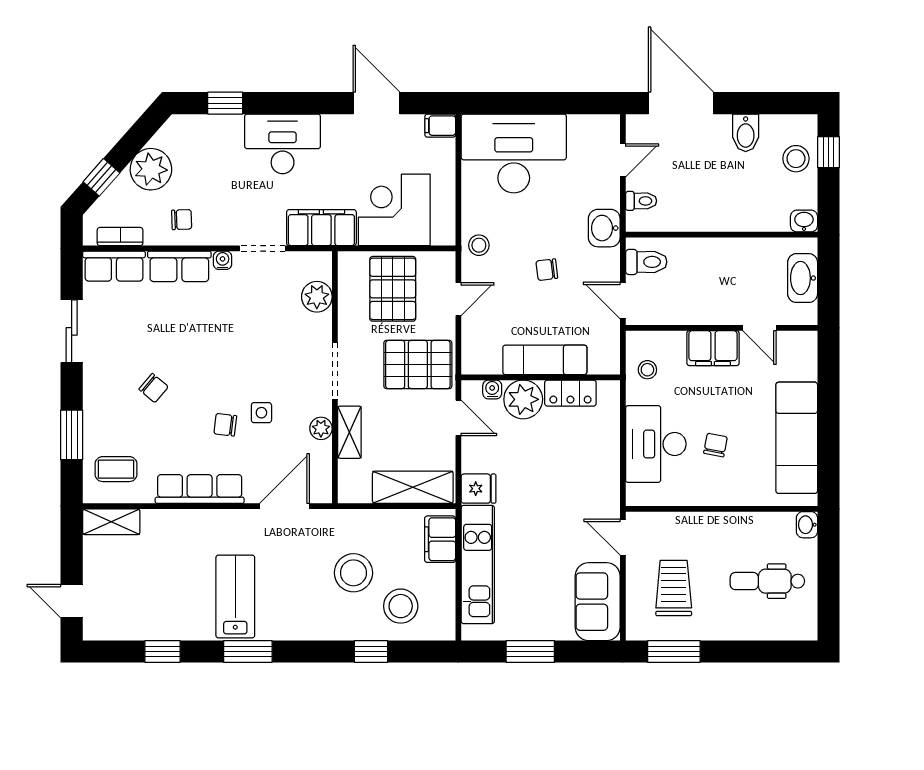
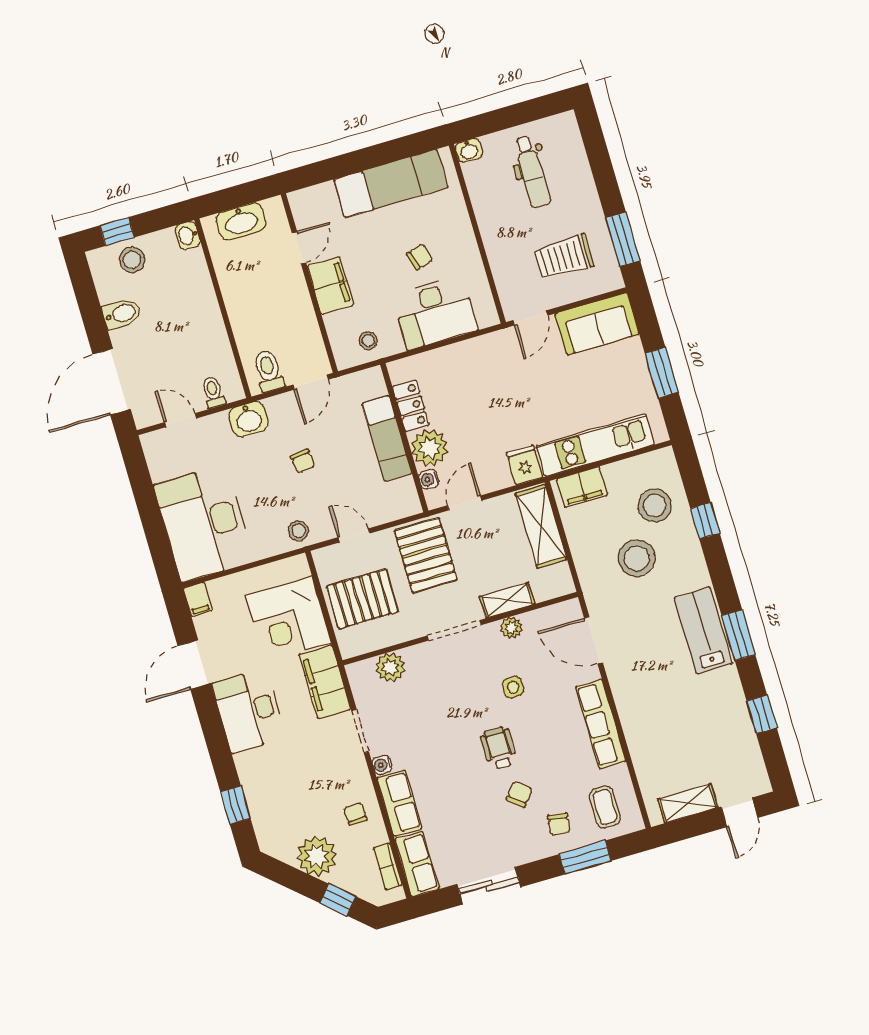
desk: (283, 144) -> (249, 711), moved
wheelchair: (205, 381) -> (499, 748), added
chair: (225, 425) -> (559, 824), moved
chair: (715, 445) -> (420, 257), turned 152
shelving: (111, 522) -> (688, 803), moved, turned 90
lab bench: (235, 597) -> (703, 631), moved, turned 90

